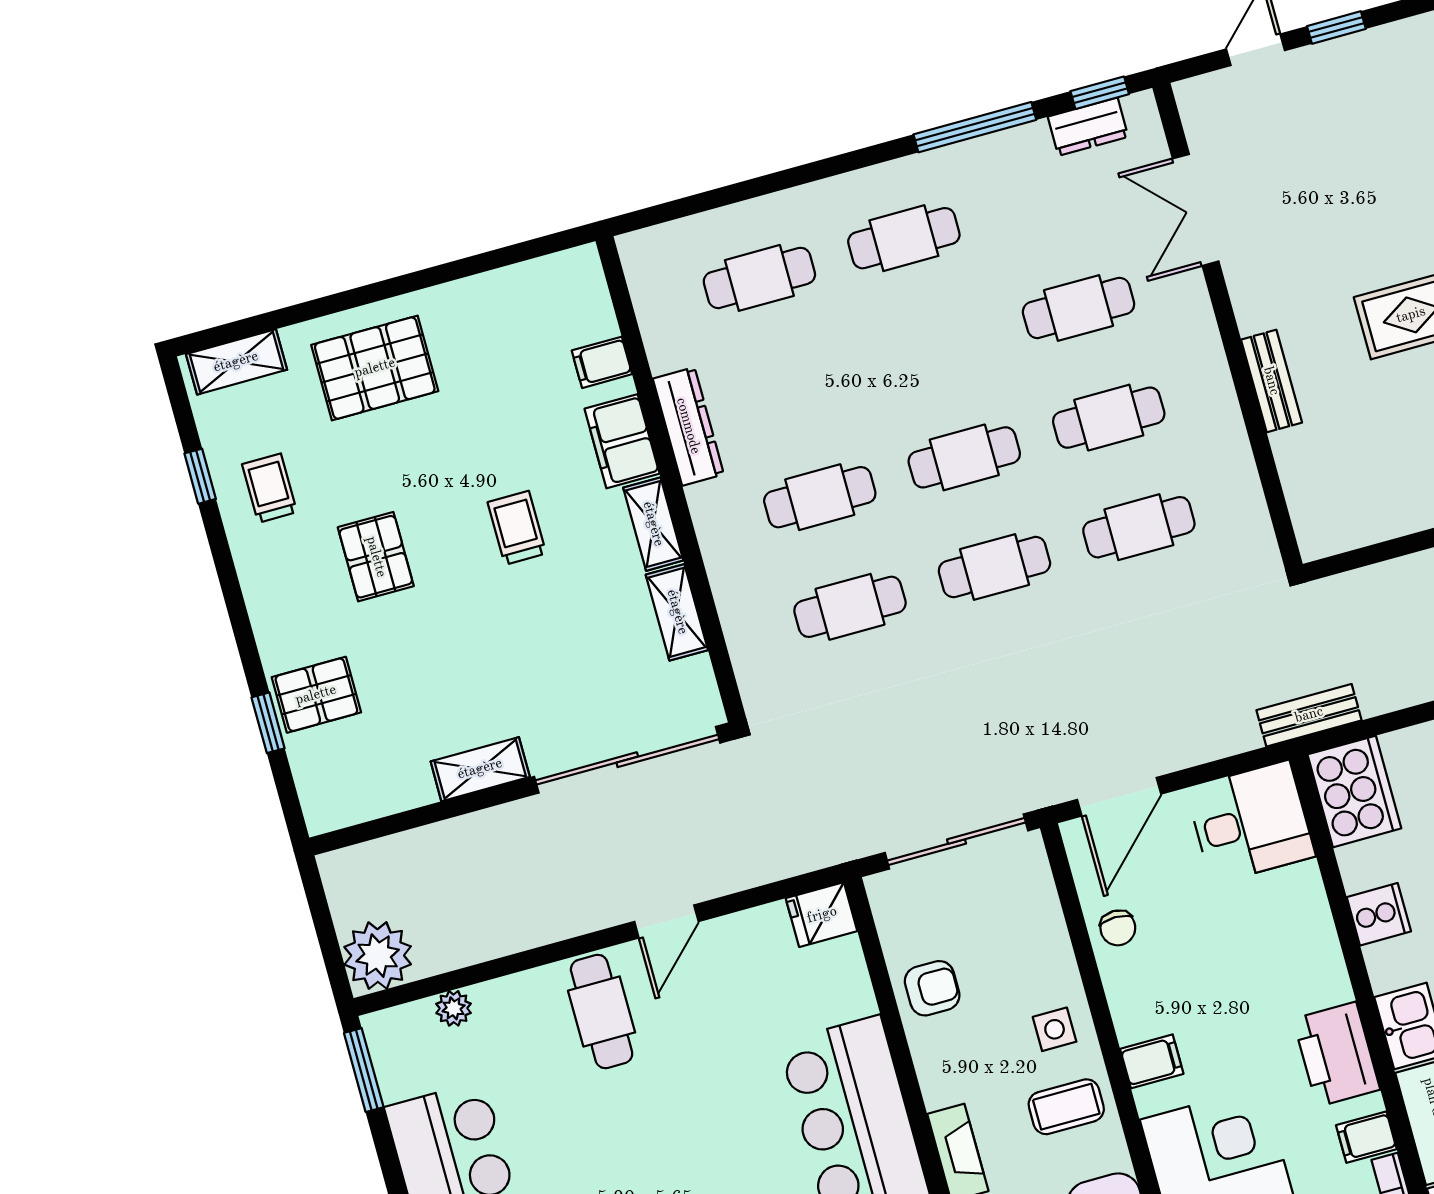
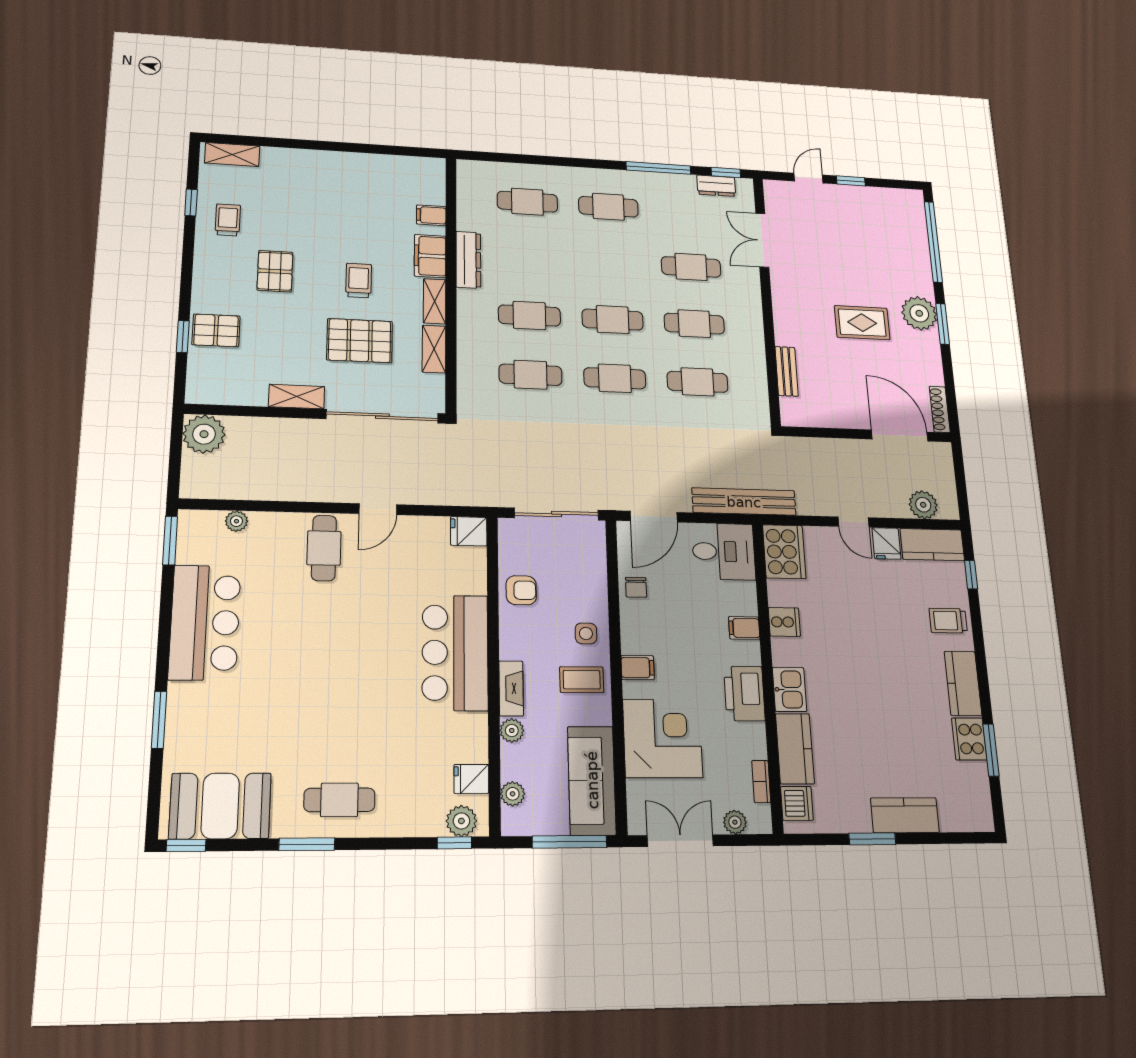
pallet: (375, 368) -> (360, 341), moved
bench: (1271, 381) -> (787, 371), moved
bench: (1309, 715) -> (744, 502), width x1.86, depth x1.21
plant: (378, 956) -> (204, 434), moved
filing cabinet: (1366, 1137) -> (744, 628), moved

